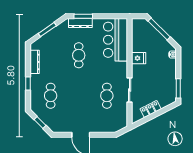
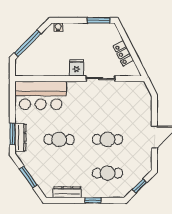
fridge: (139, 58) -> (76, 68), moved
cafe table: (107, 96) -> (108, 139), moved

